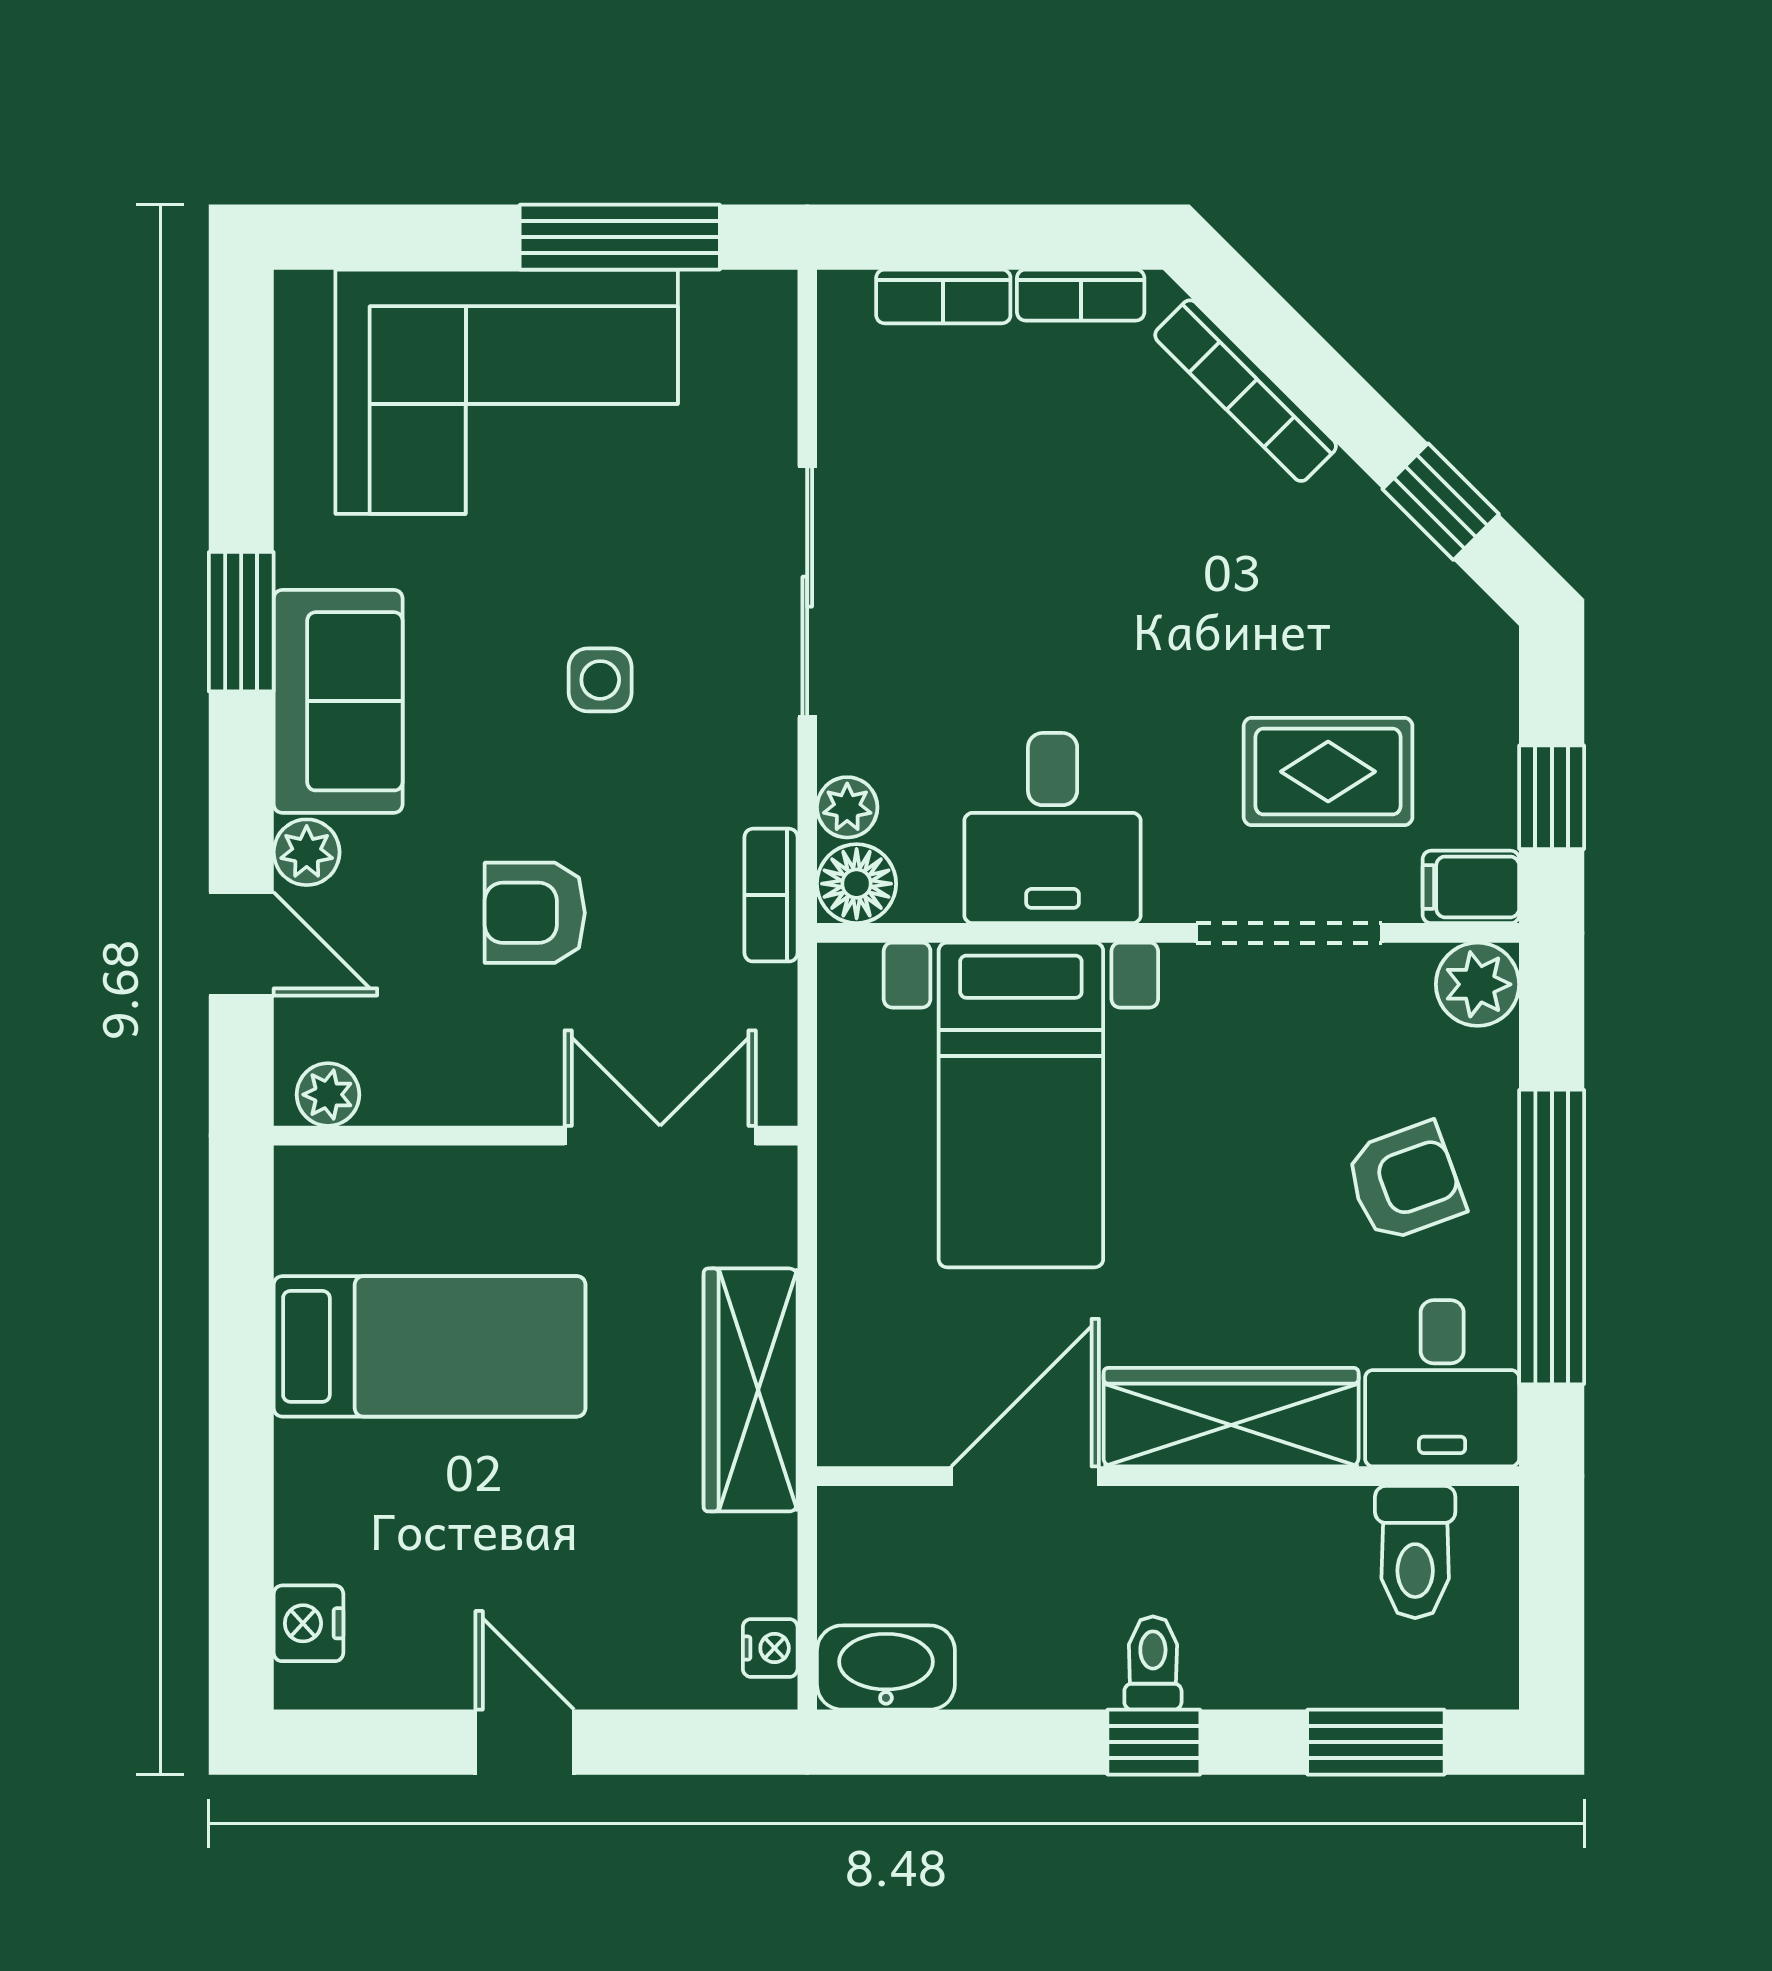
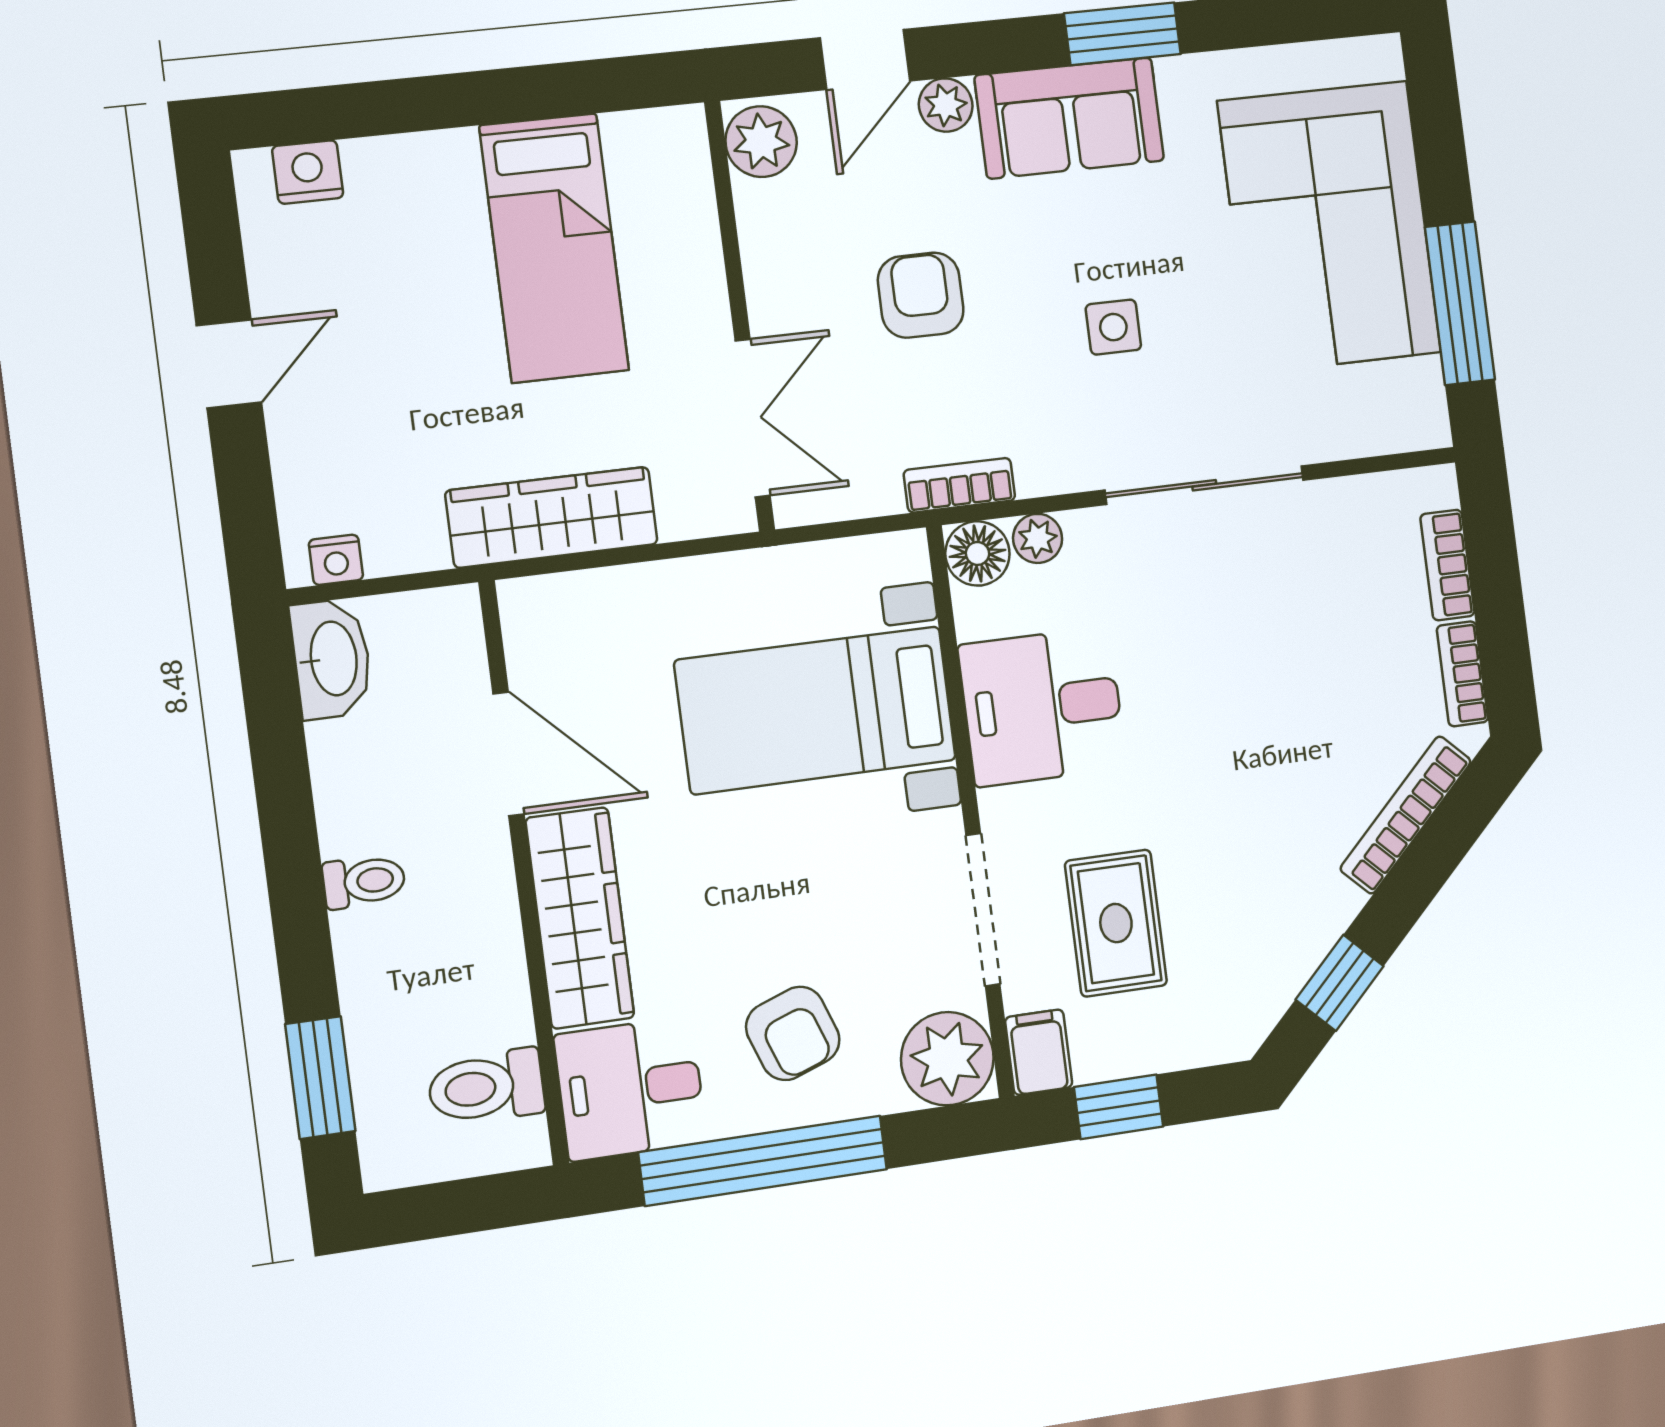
plant: (1478, 984) -> (947, 1059), width x1.36, depth x1.36
plant: (328, 1095) -> (761, 142), width x1.38, depth x1.38
window: (1154, 1742) -> (296, 891), removed

